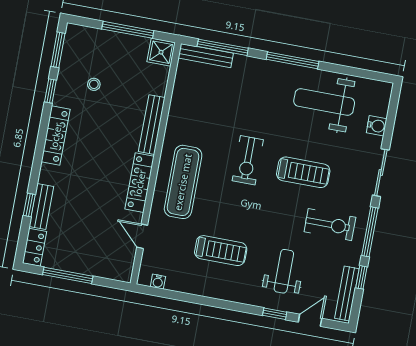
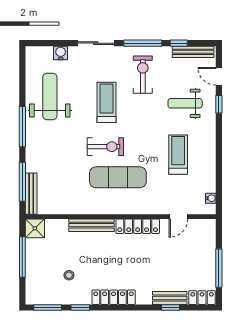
weight bench: (324, 102) -> (50, 96), turned 180
exercise mat: (183, 182) -> (118, 177), moved

